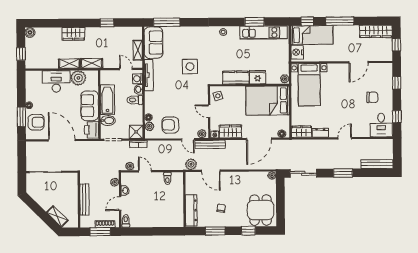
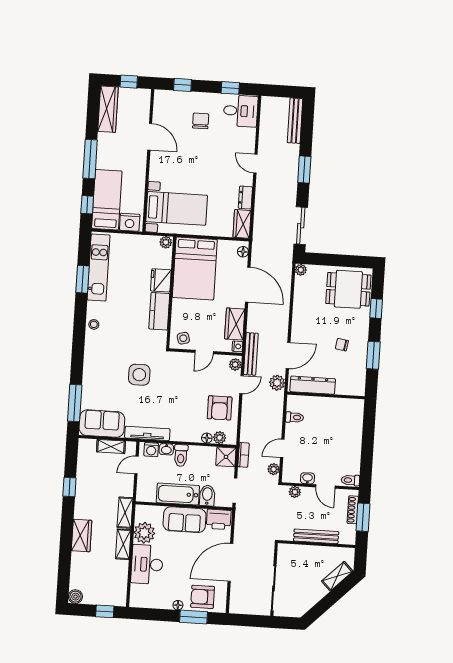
armchair: (36, 122) -> (203, 597), turned -90
dresser: (191, 210) -> (313, 385), moved

